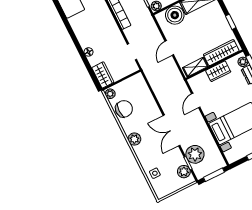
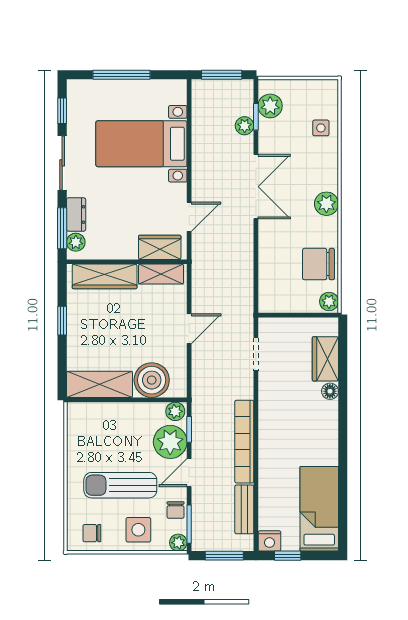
wardrobe: (218, 71) -> (160, 247), moved
wardrobe: (103, 75) -> (325, 359), moved
plant: (195, 154) -> (245, 126), width x0.53, depth x0.53

